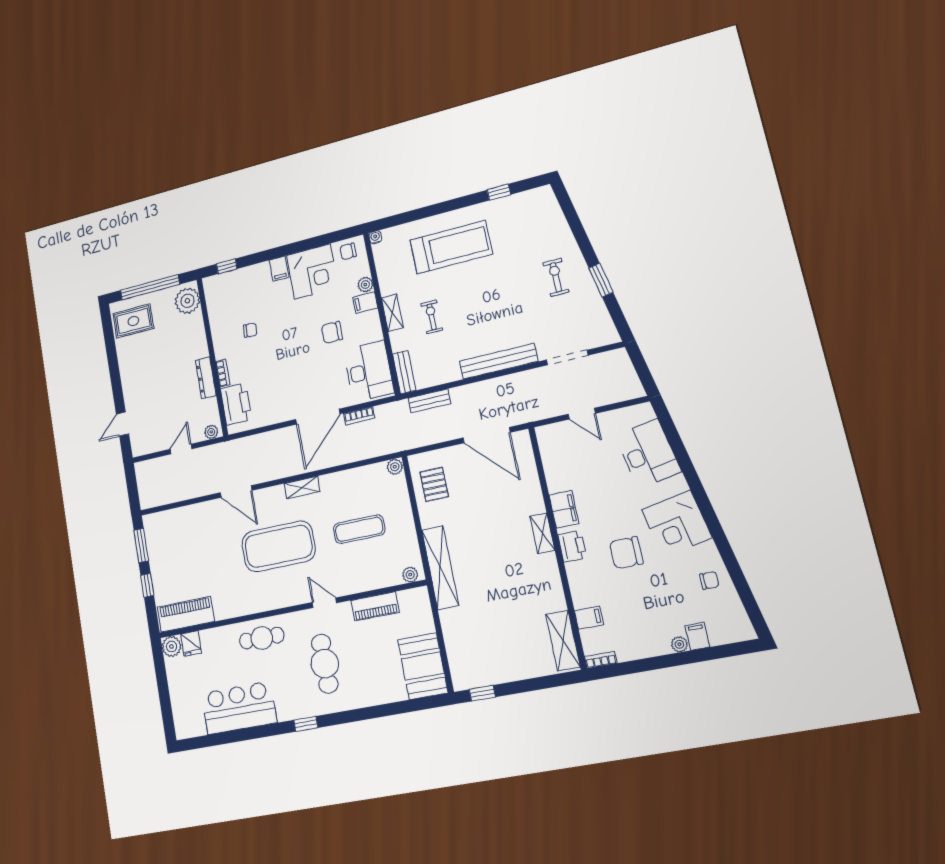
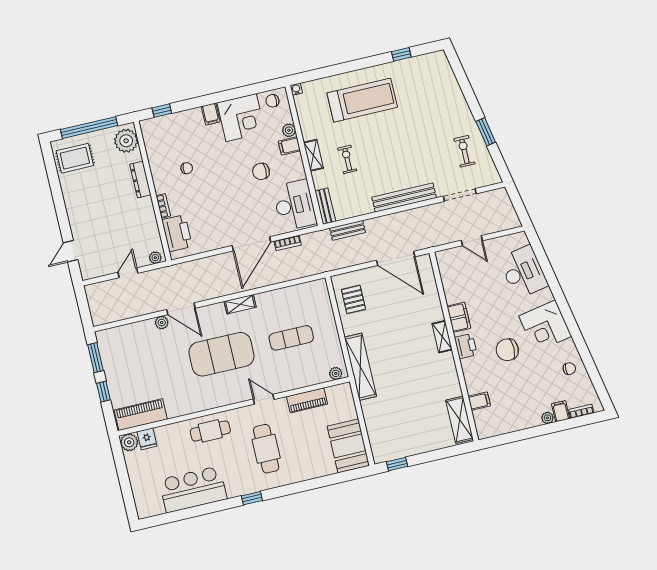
exercise bike: (556, 277) -> (464, 151), moved
dresser: (206, 378) -> (140, 180), moved
plant: (395, 467) -> (162, 323), moved
bookcase: (601, 660) -> (581, 411), moved

